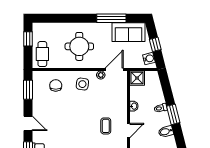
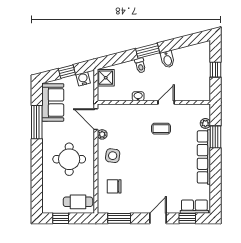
shower: (137, 78) -> (106, 78), moved
door: (128, 130) -> (166, 102), hinge flipped

